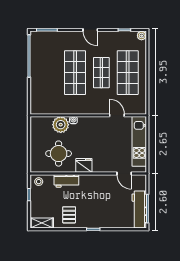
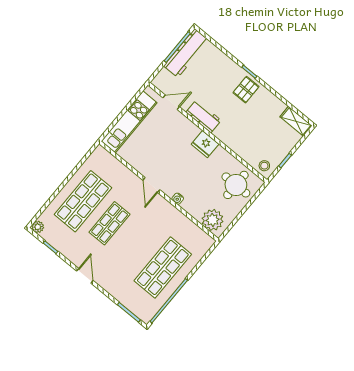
shop shelf: (75, 73) -> (163, 267), moved
door: (117, 115) -> (151, 185), moved
plant: (61, 125) -> (213, 220), moved
round table: (59, 154) -> (236, 185), moved
door: (124, 173) -> (171, 102), hinge flipped
workbench: (66, 181) -> (203, 116), moved
pallet: (69, 215) -> (246, 90), moved

